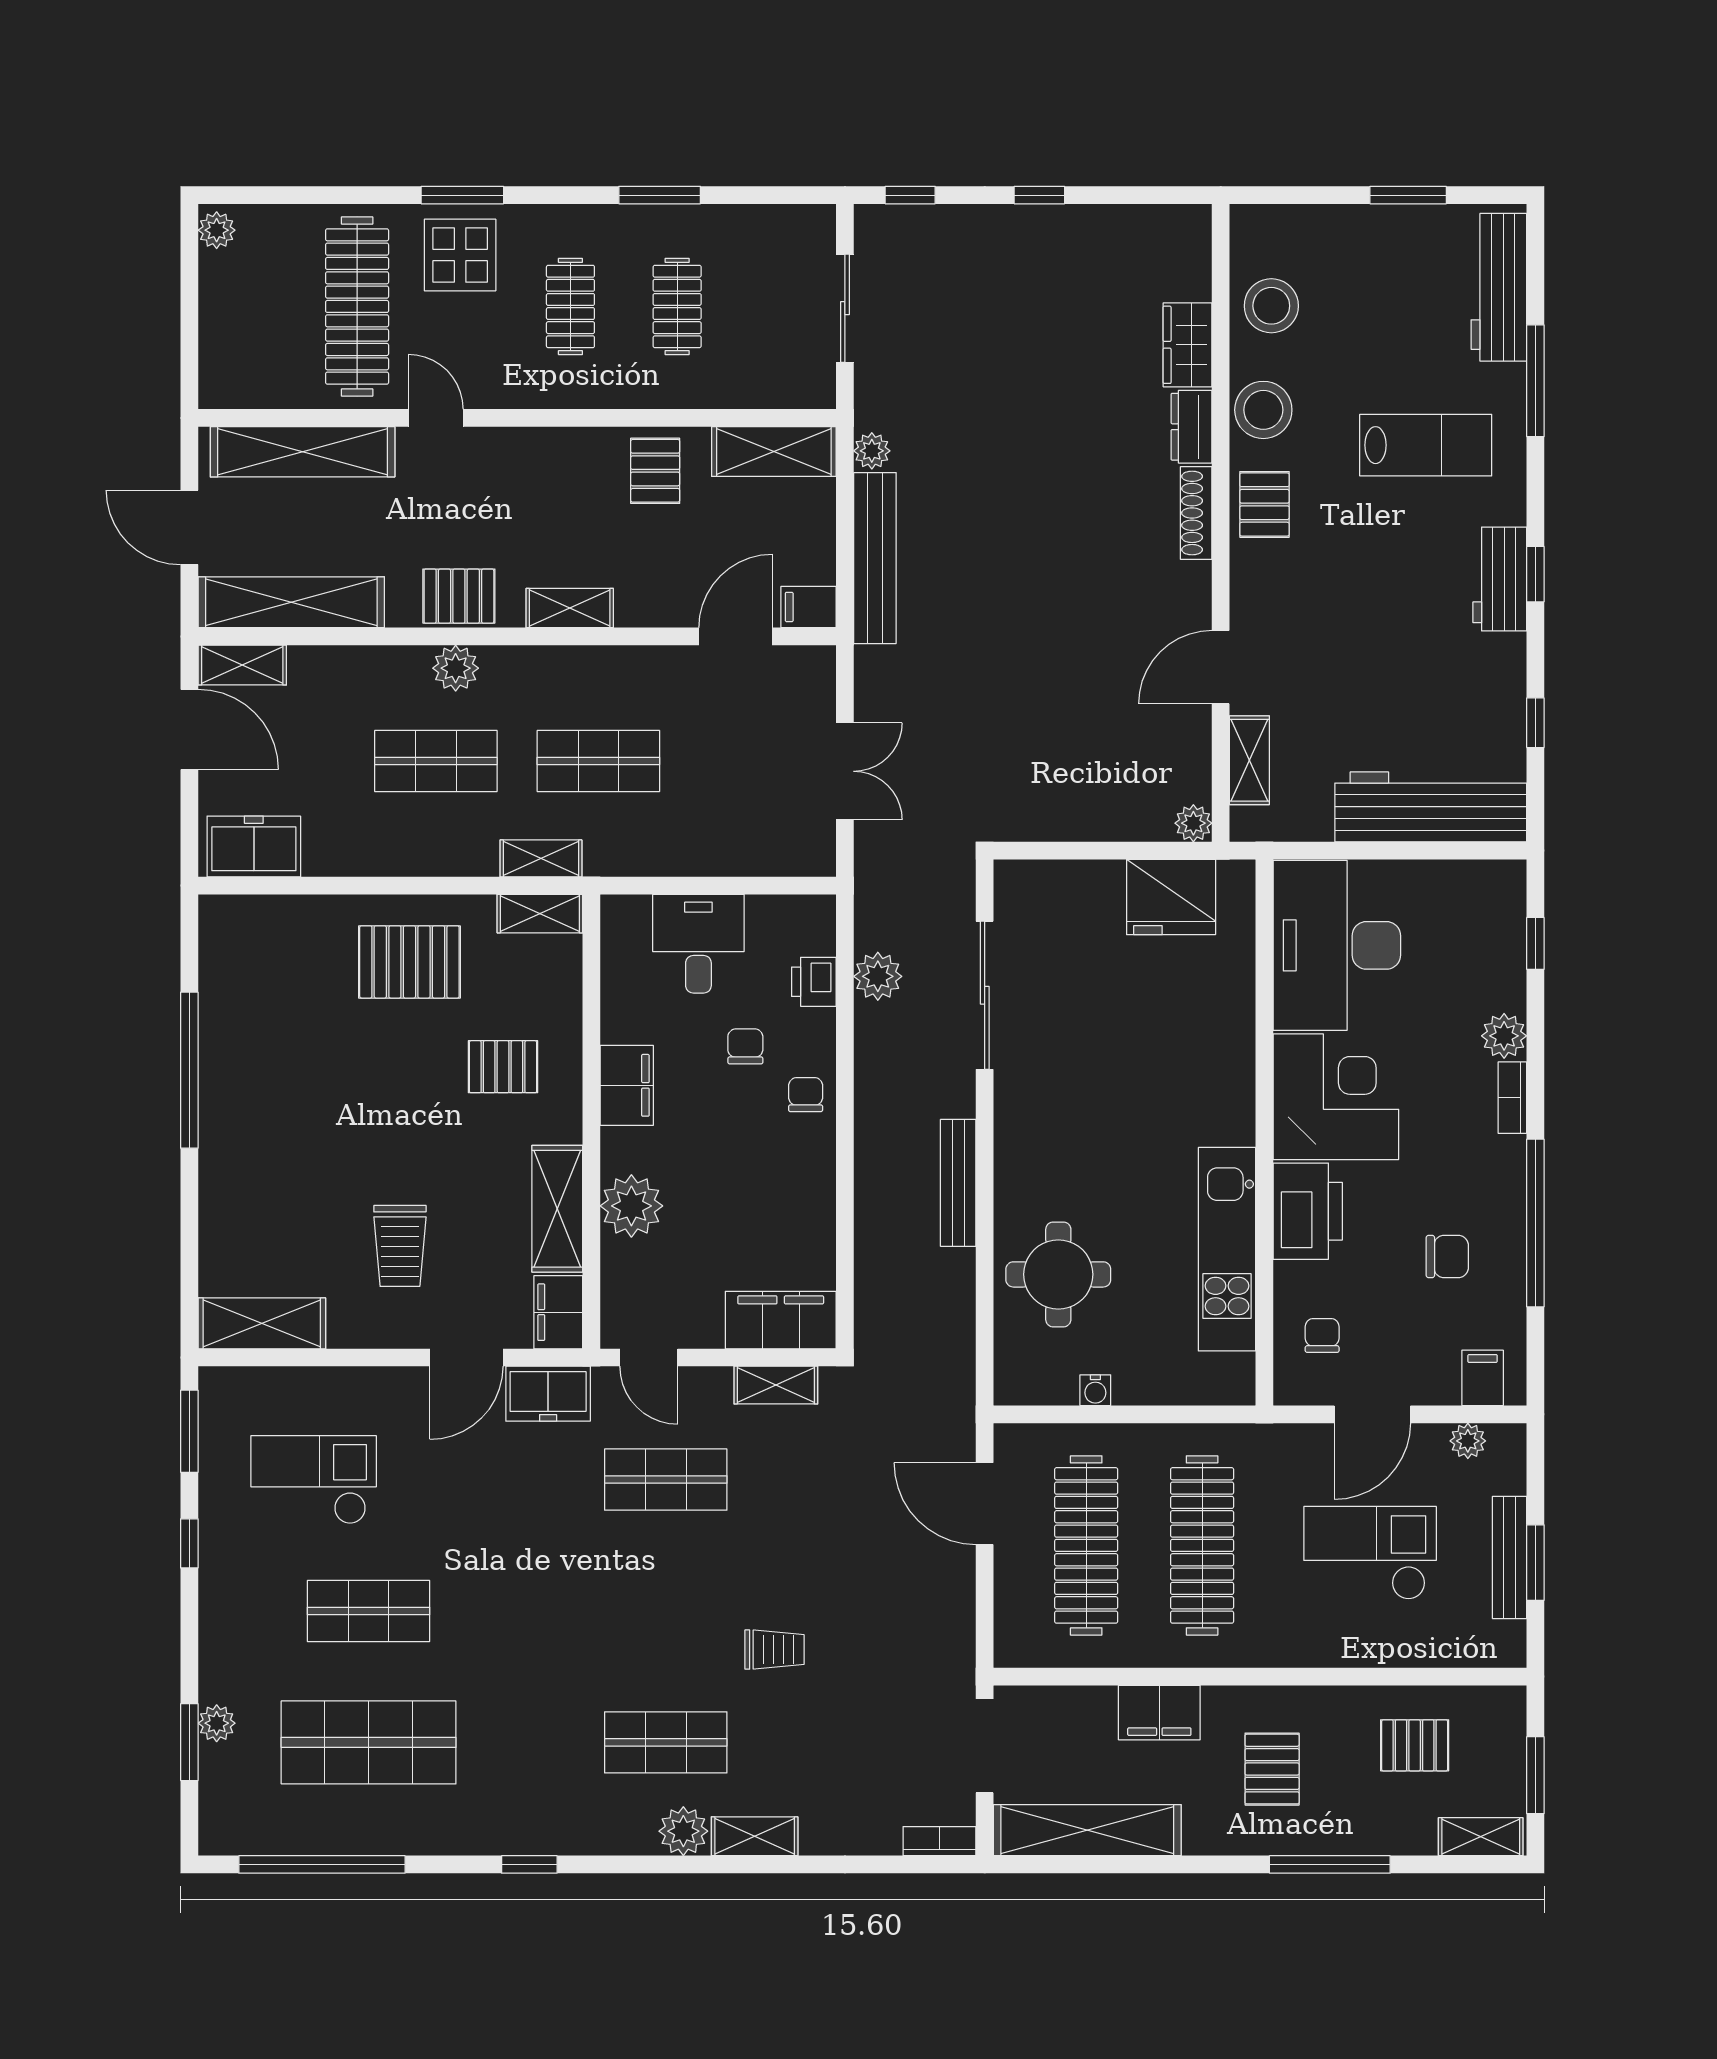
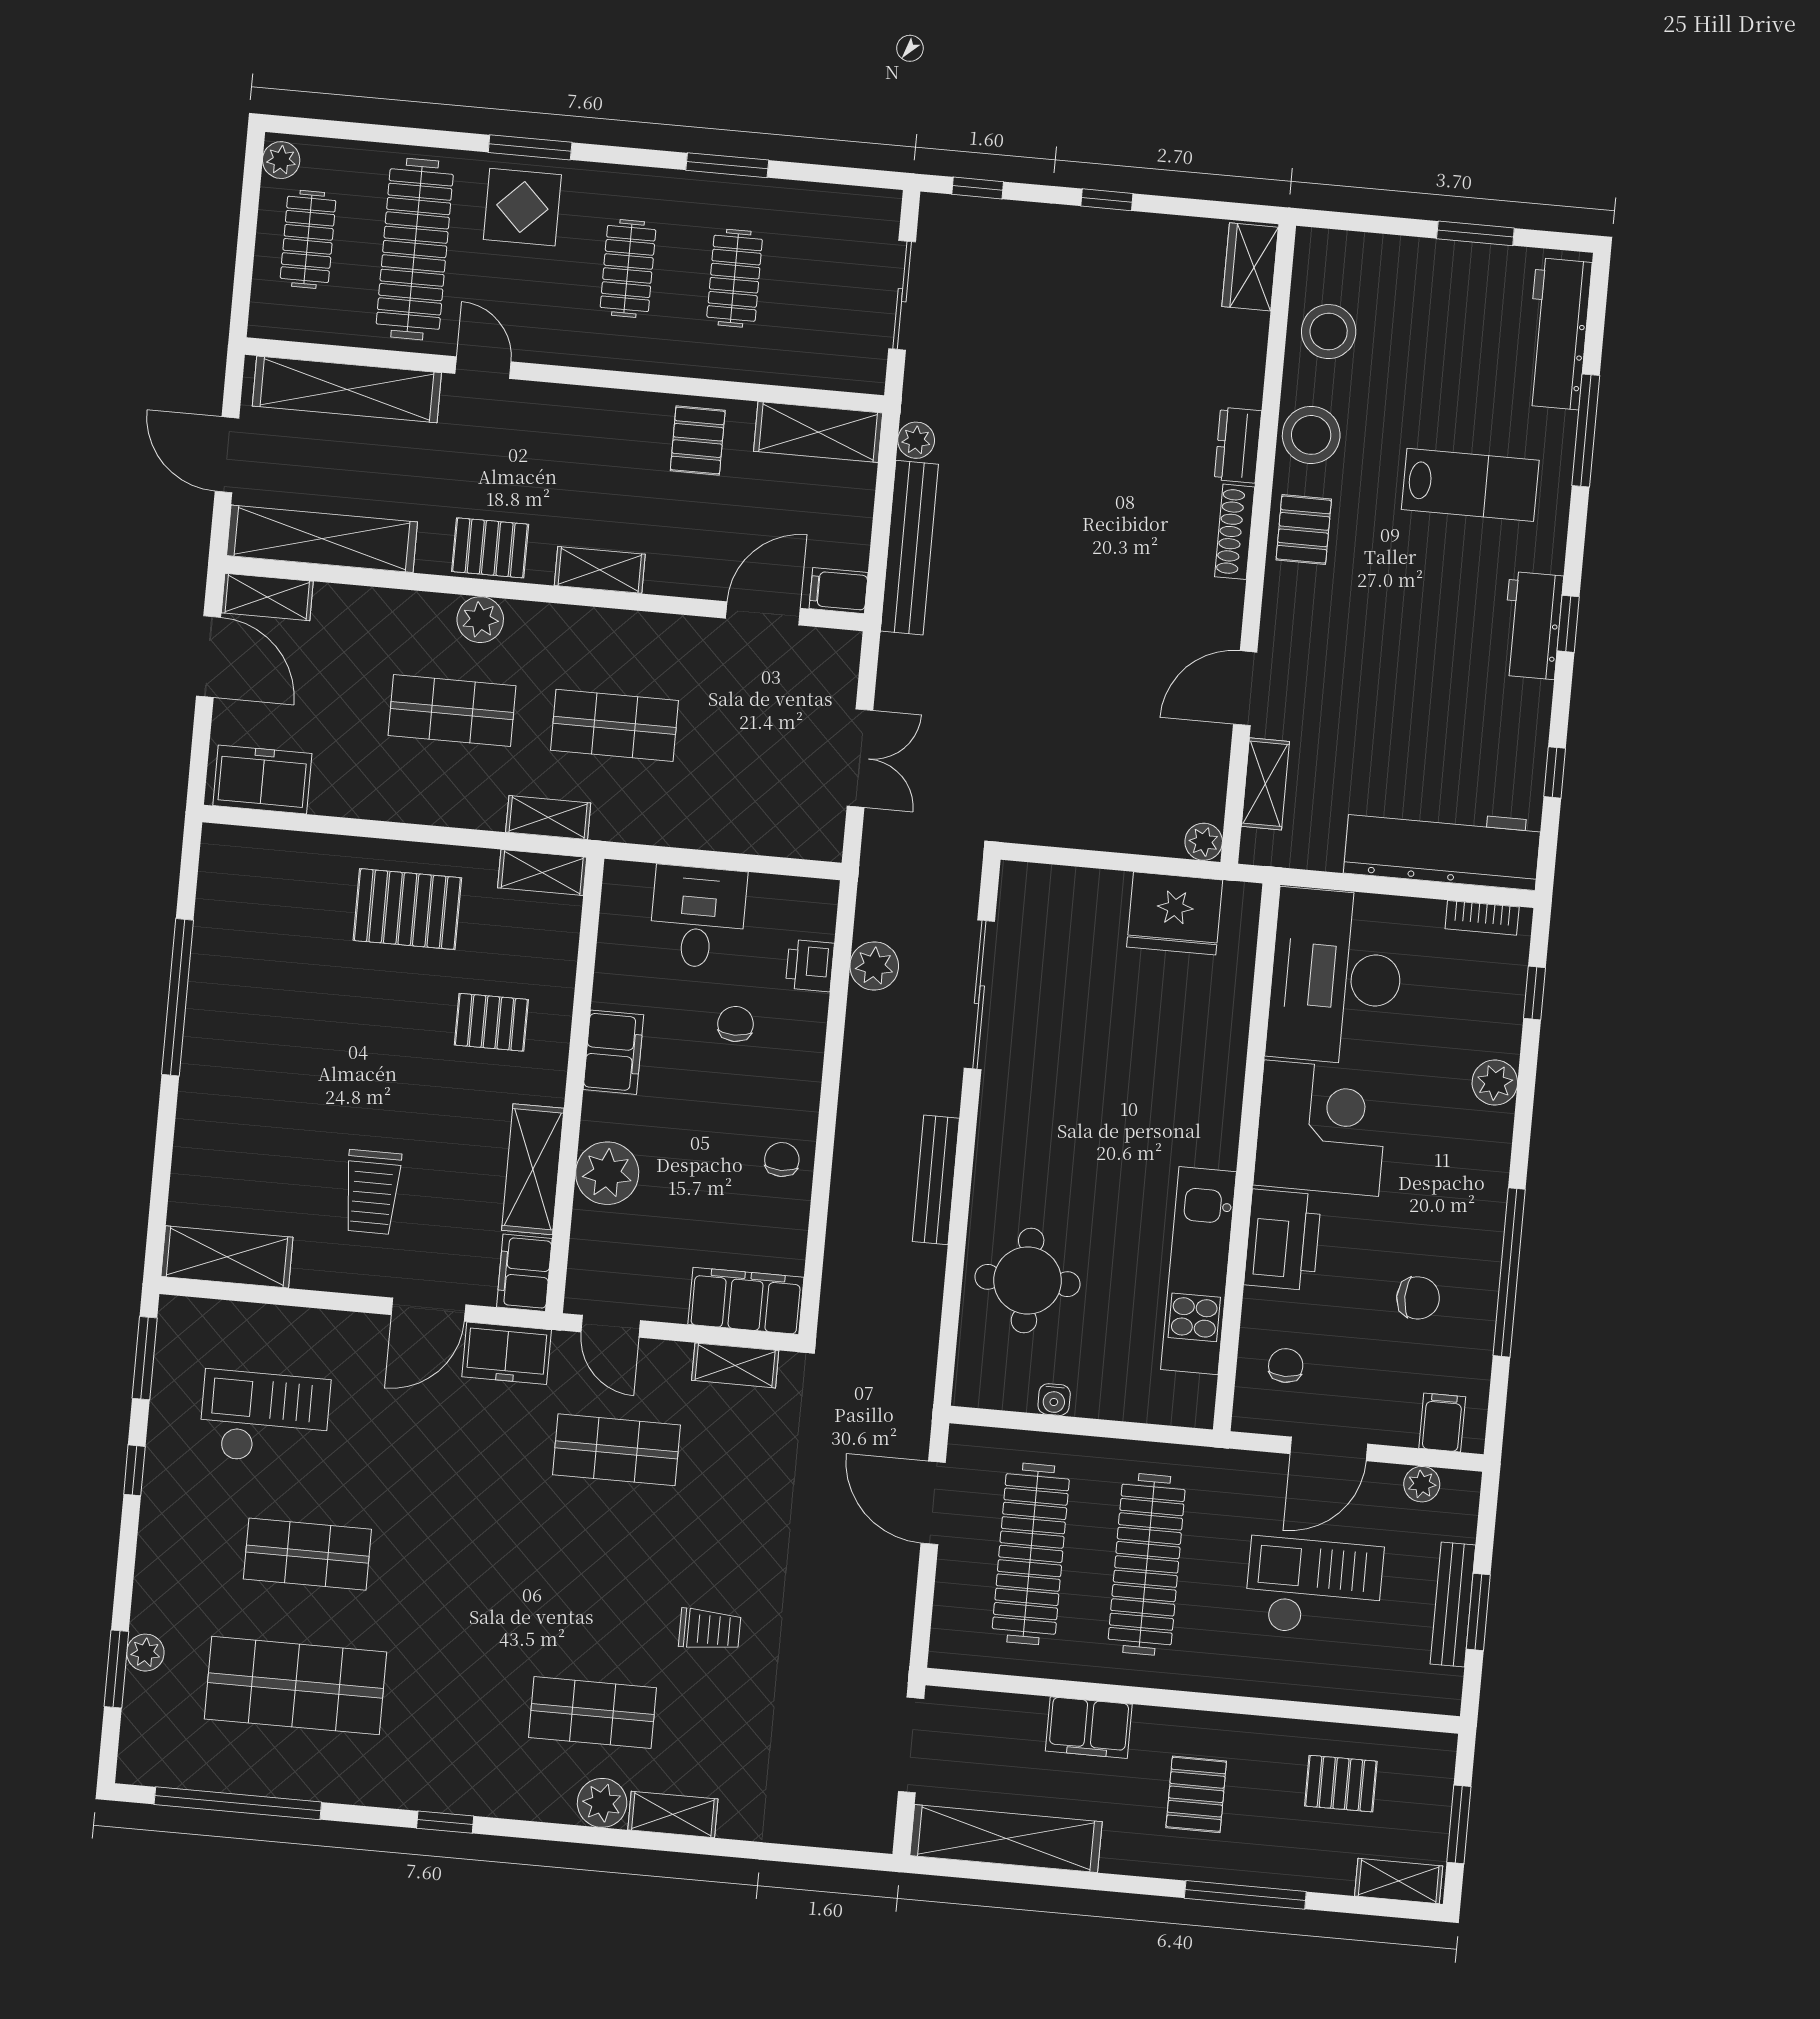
clothes rail: (250, 306) -> (308, 239), added
wardrobe: (1188, 345) -> (1250, 267), moved
chair: (806, 1095) -> (782, 1160), moved
bookcase: (1512, 1098) -> (1482, 918), moved, turned -90
bookcase: (940, 1841) -> (857, 1836), removed

